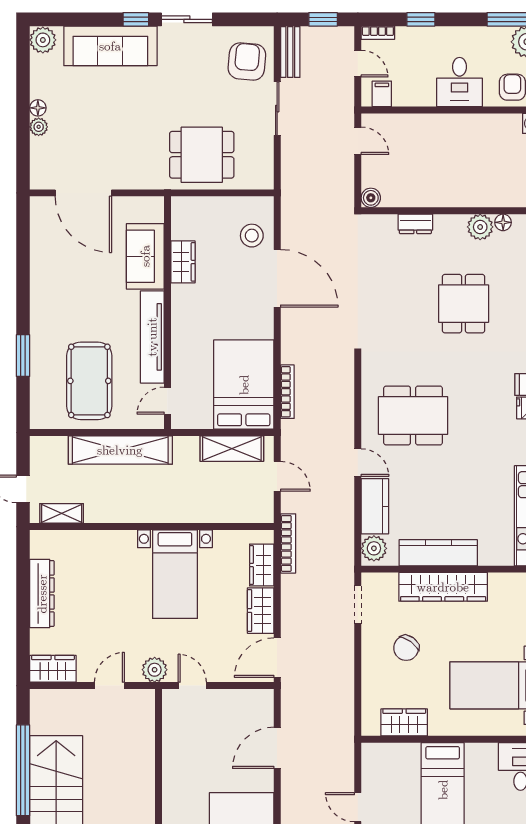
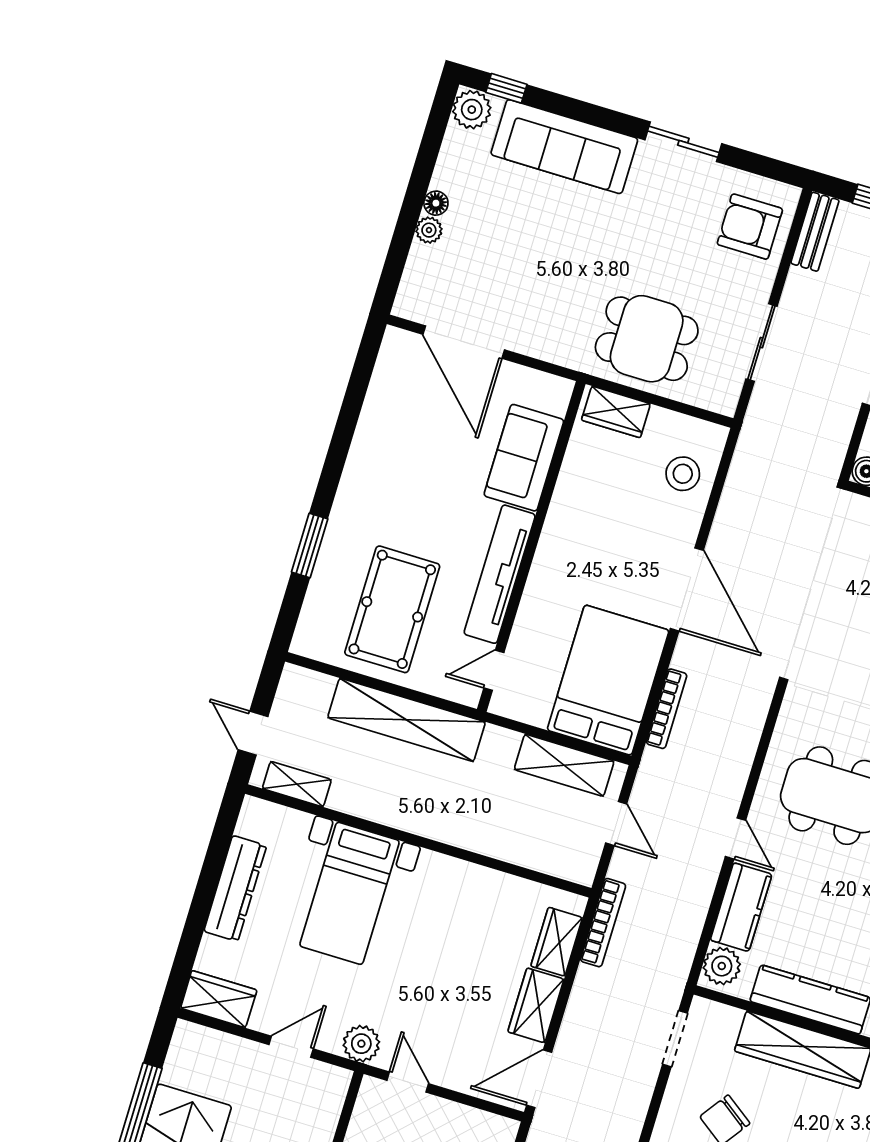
window: (136, 19) -> (506, 88), moved
armchair: (247, 61) -> (750, 227), turned -95
sliding door: (277, 109) -> (761, 343), moved
wardrobe: (183, 262) -> (616, 412), moved, turned 90
door: (277, 278) -> (687, 589), moved
bed with nightstands: (175, 574) -> (349, 893), moved

